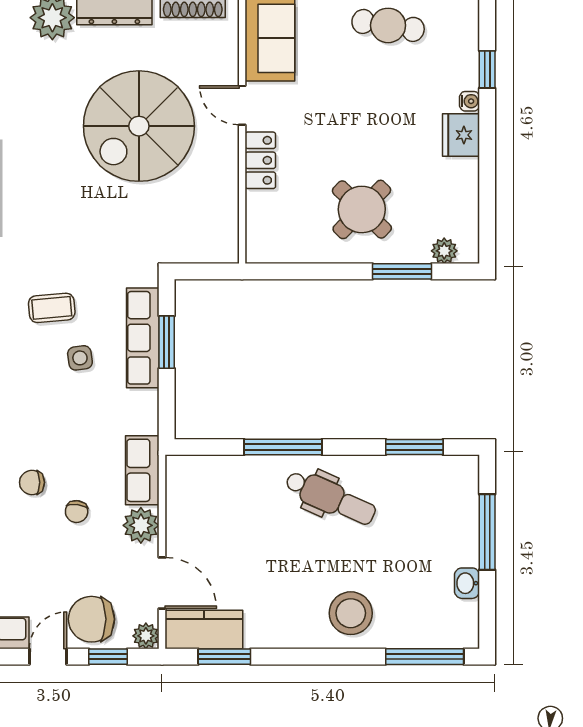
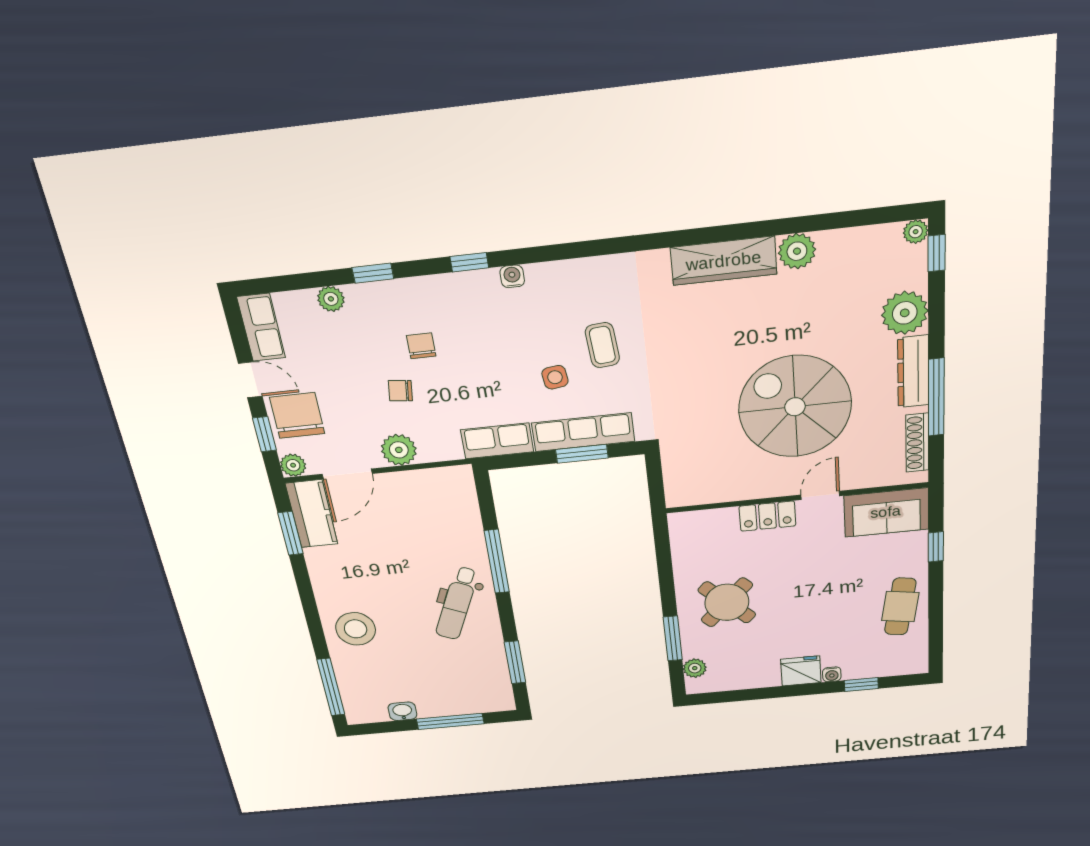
row of seats: (142, 470) -> (497, 441), moved

